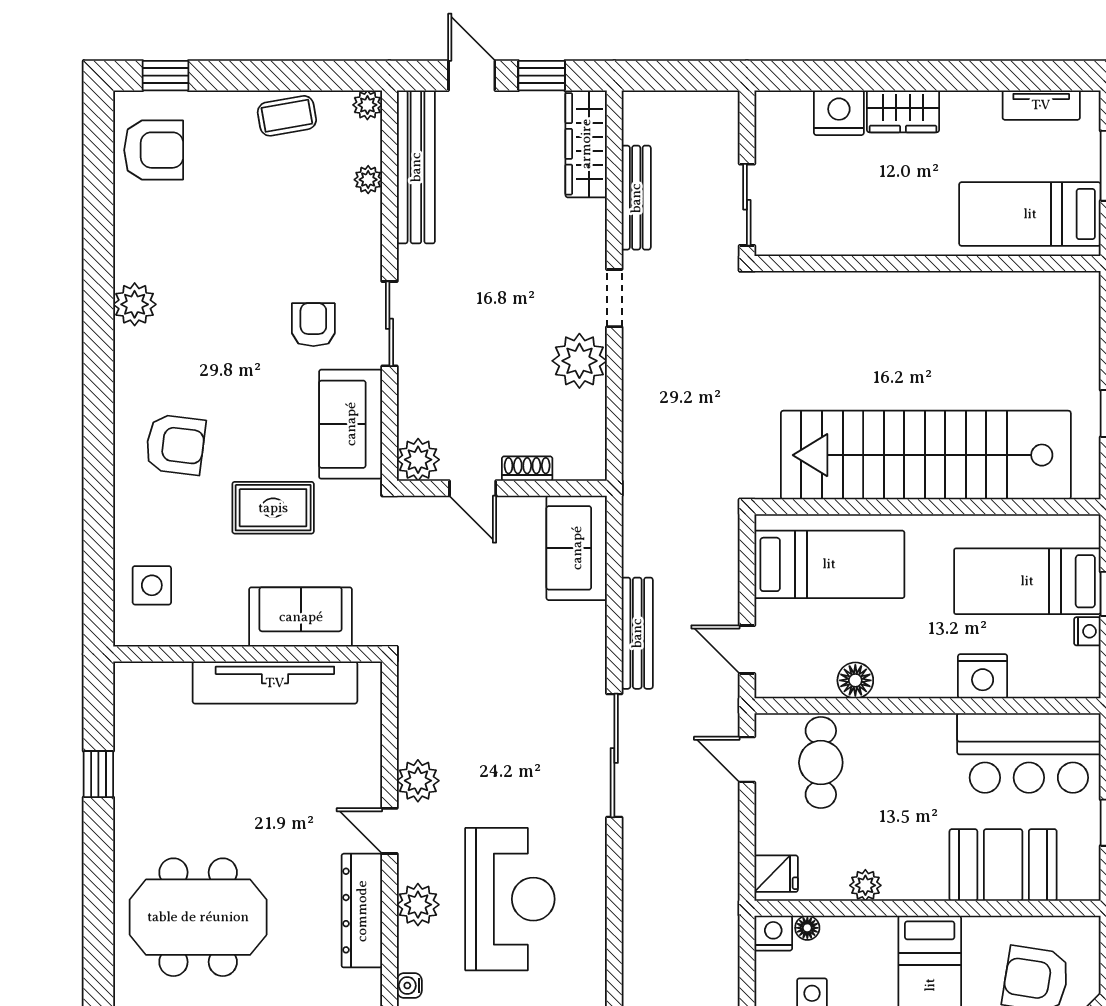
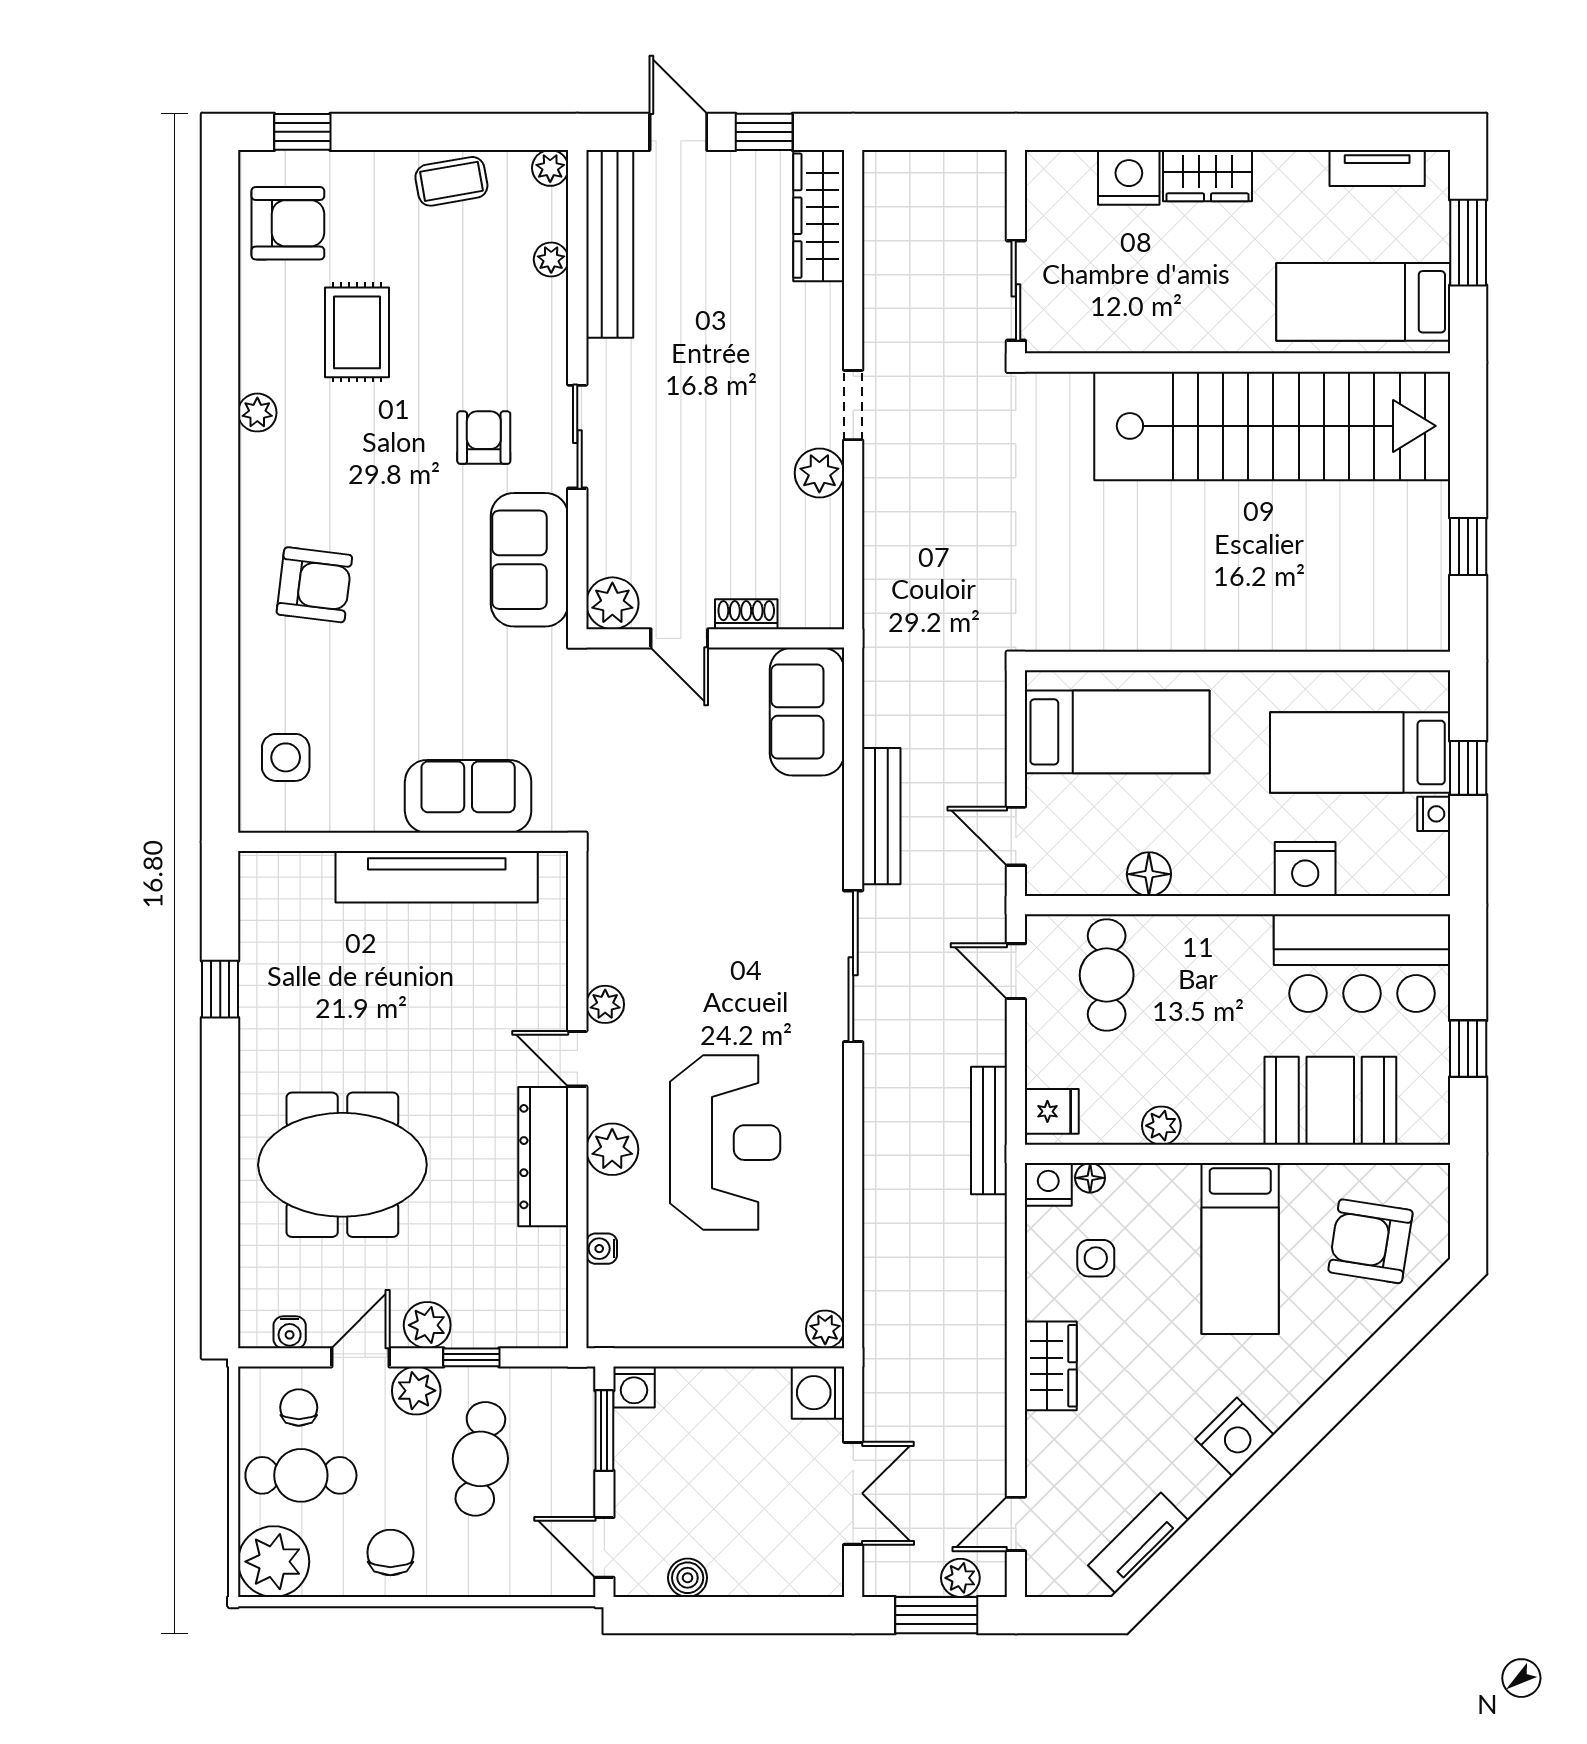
bench: (636, 198) -> (989, 1131), moved
plant: (135, 304) -> (257, 413), width x0.73, depth x0.73
plant: (579, 361) -> (819, 473), width x0.73, depth x0.73
stairs: (926, 455) -> (1272, 426), moved, turned 180
rug: (273, 508) -> (357, 332), moved, turned 90
plant: (418, 781) -> (605, 1004), width x0.73, depth x0.73

